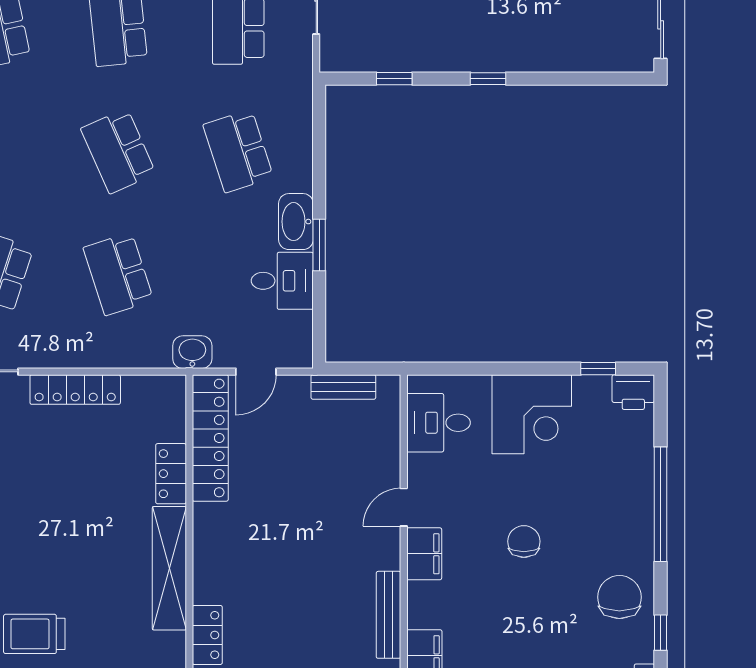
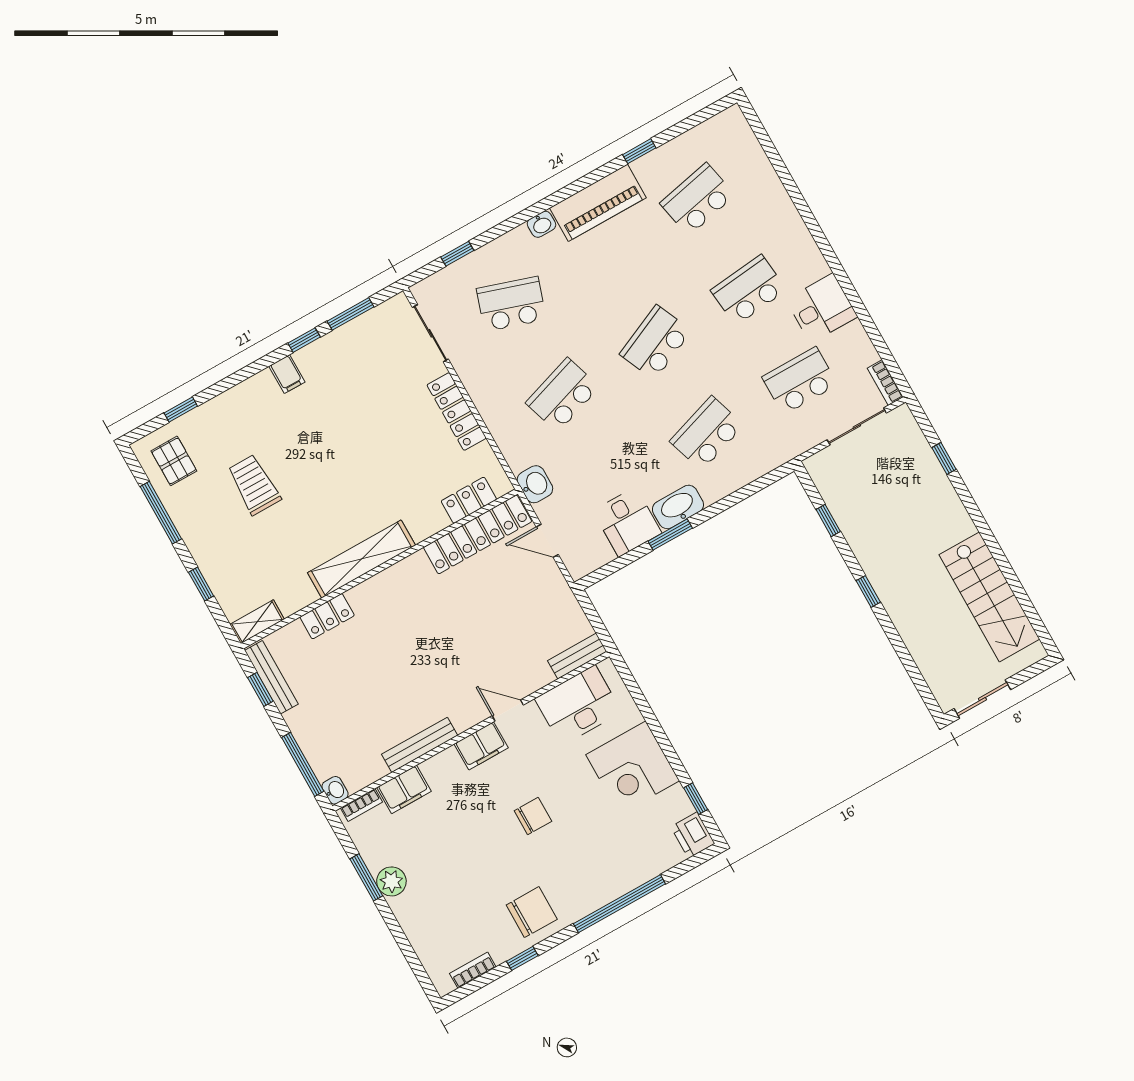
bench: (343, 387) -> (577, 656), moved, turned 90
desk: (438, 423) -> (578, 705), width x1.37
locker: (171, 474) -> (469, 500), moved

